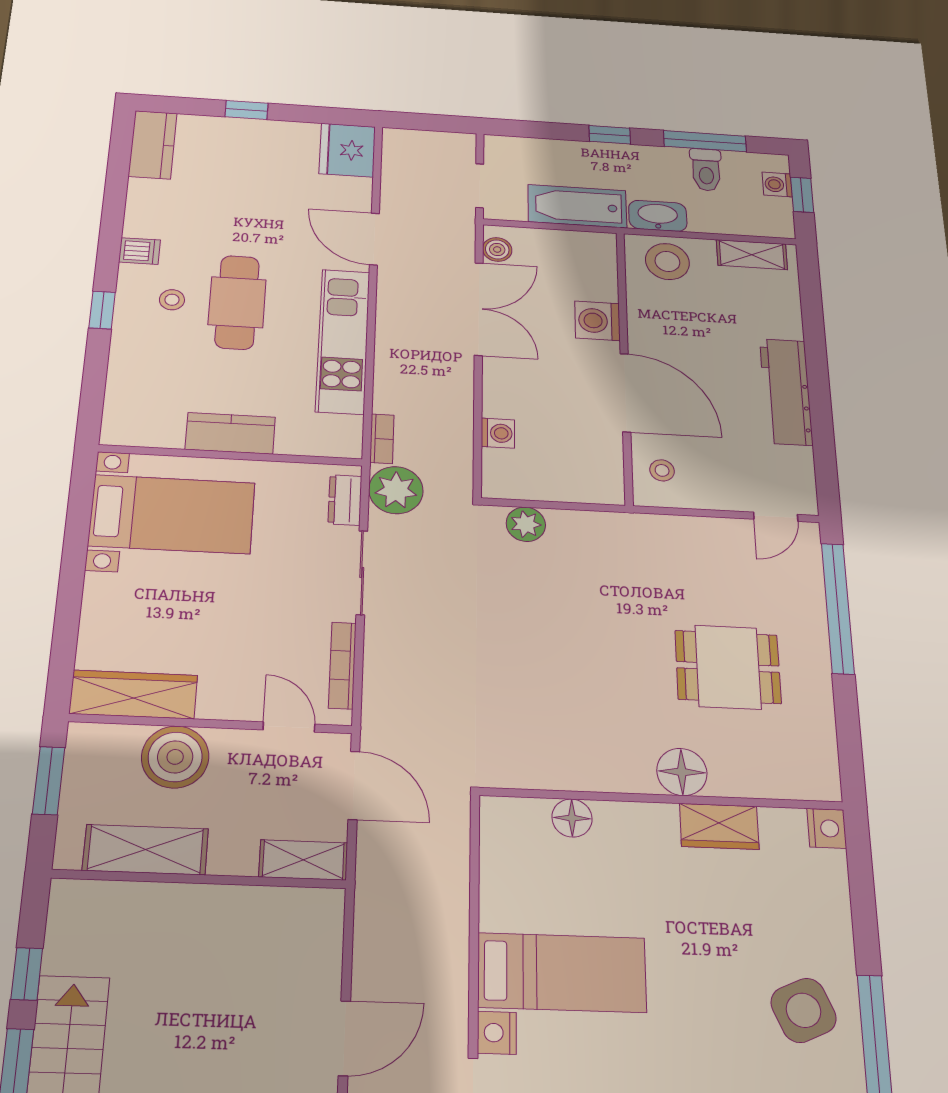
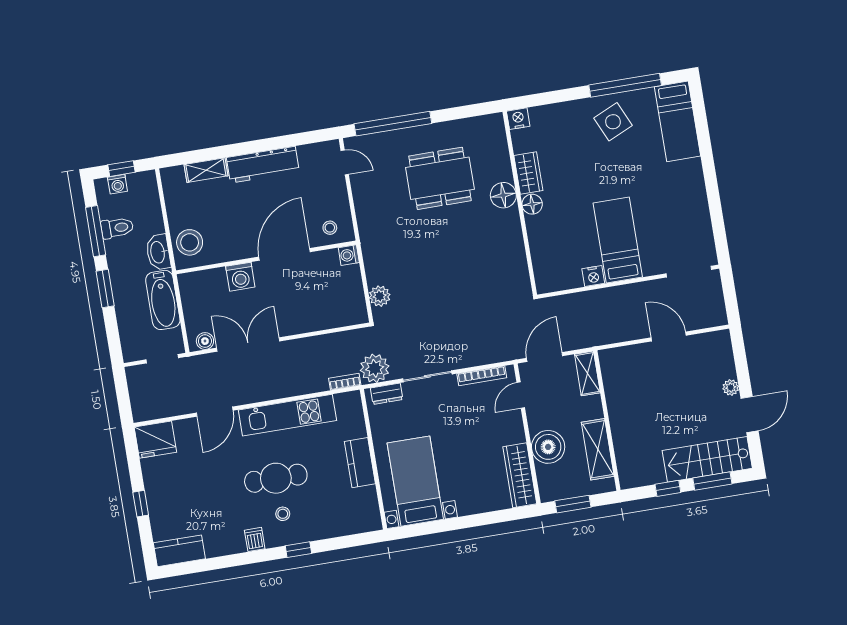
window: (610, 135) -> (105, 289), width x1.50
shelving: (752, 255) -> (206, 170), moved, turned 90
washing machine: (498, 433) -> (349, 255), moved, turned -90
dining table: (728, 667) -> (440, 178), width x1.38
floor lamp: (572, 818) -> (532, 204), moved
nightstand: (497, 1033) -> (593, 276), moved

